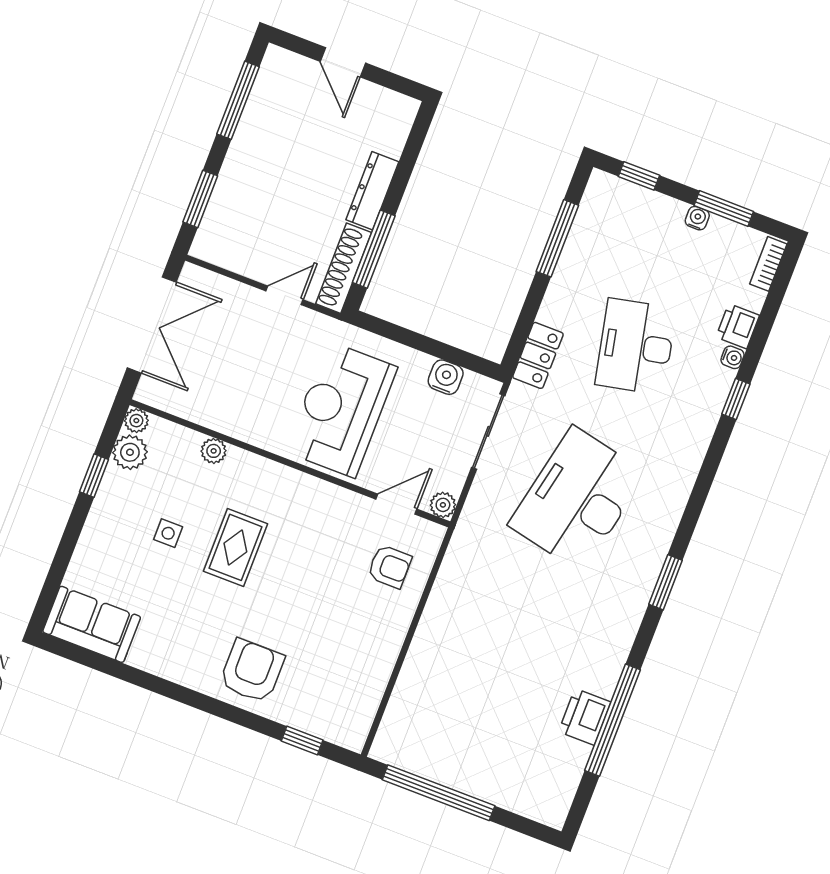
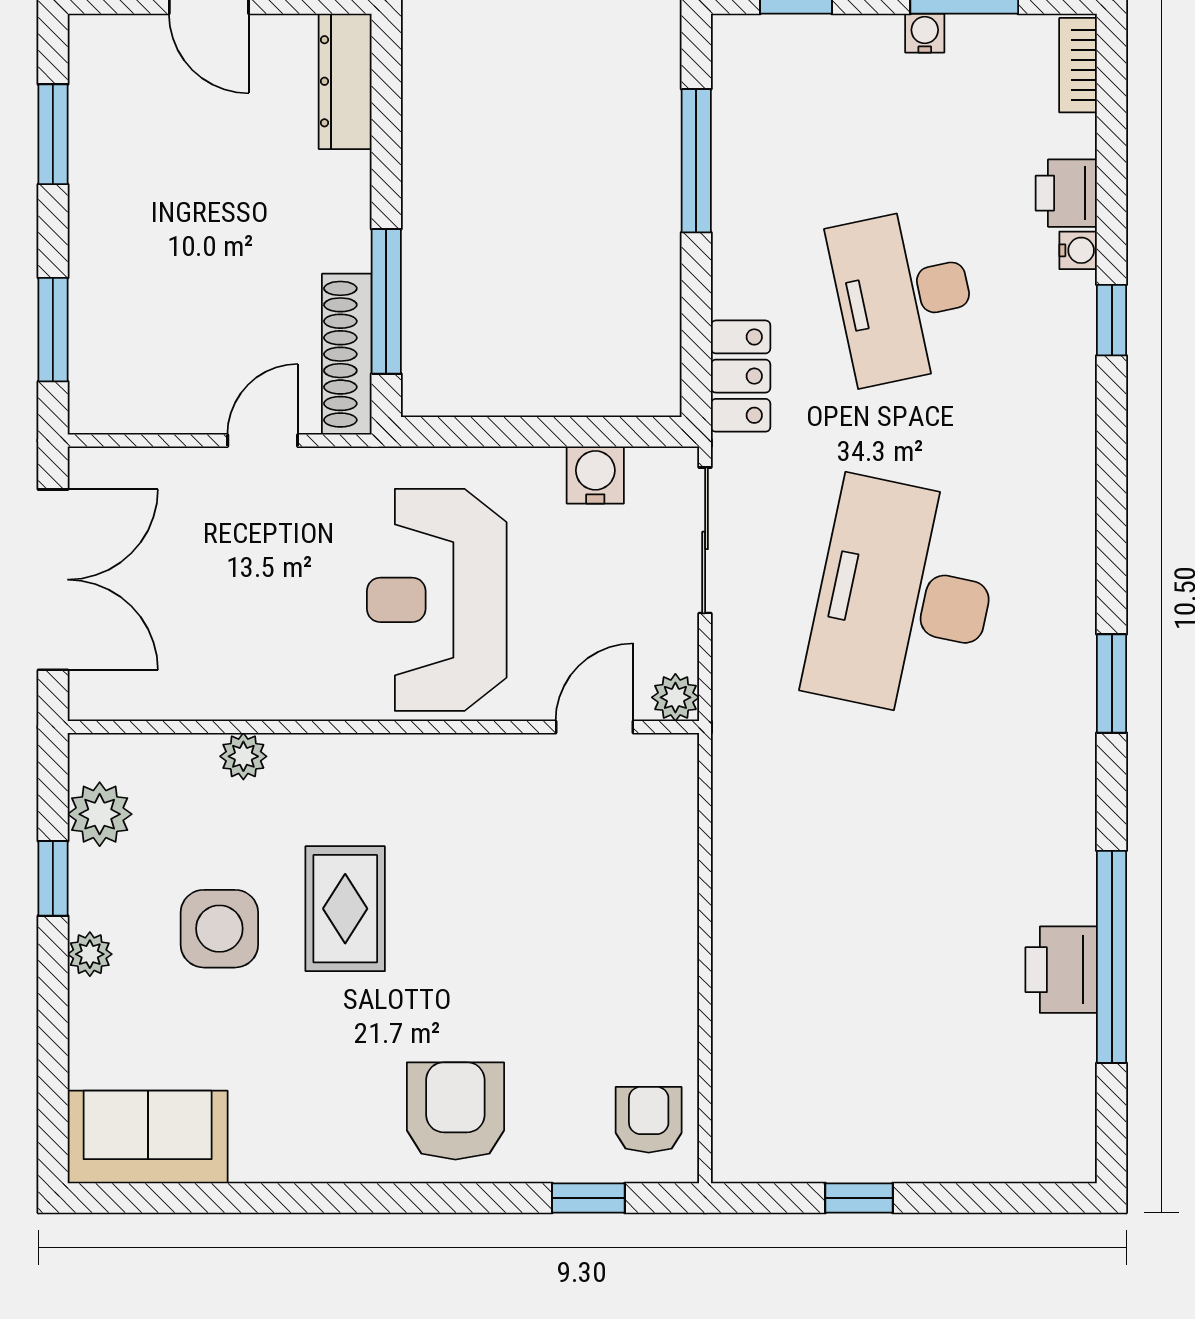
window: (238, 100) -> (53, 134), width x0.69
dresser: (372, 191) -> (345, 81), moved
plant: (136, 421) -> (90, 954), moved
side table: (168, 533) -> (219, 929), width x1.87, depth x1.87
armchair: (390, 567) -> (649, 1120), moved, turned -90
window: (439, 793) -> (859, 1198), width x0.32

